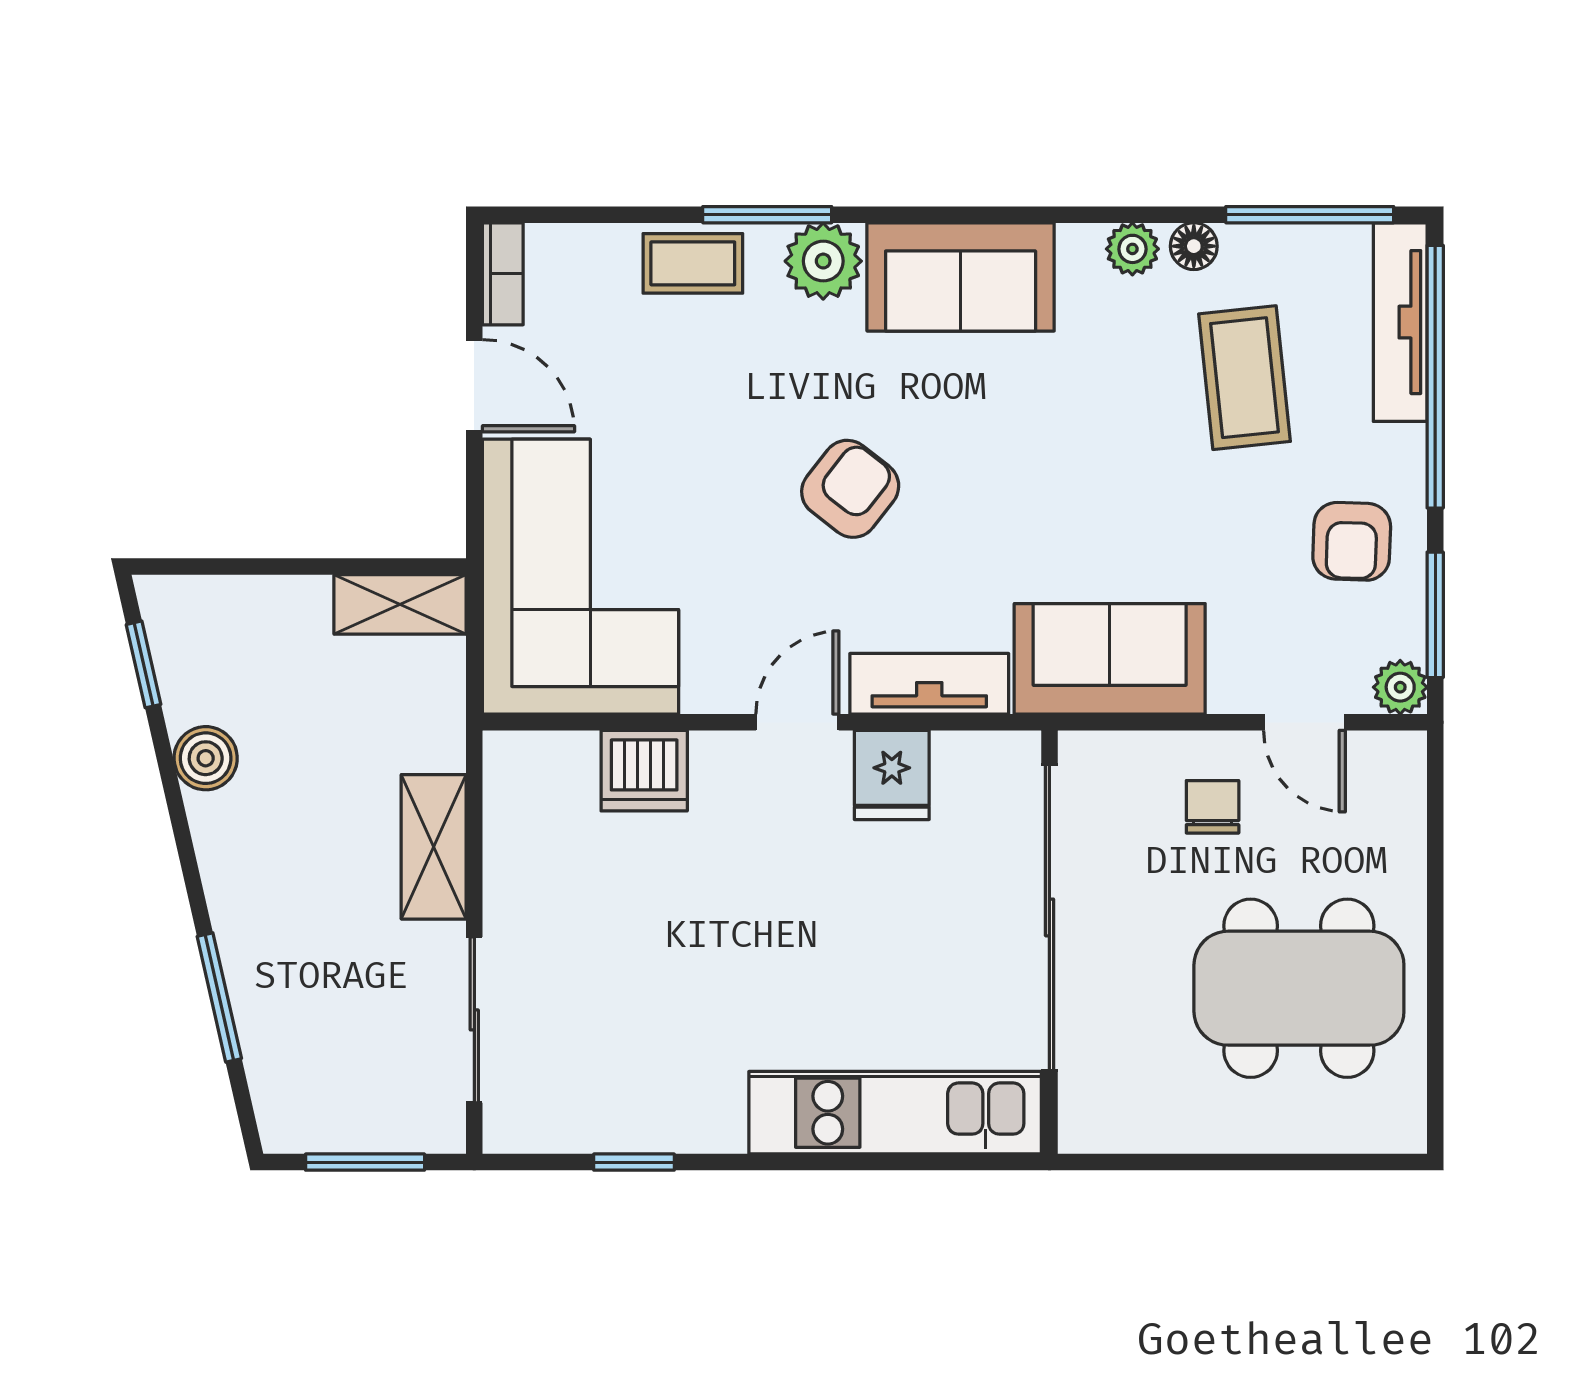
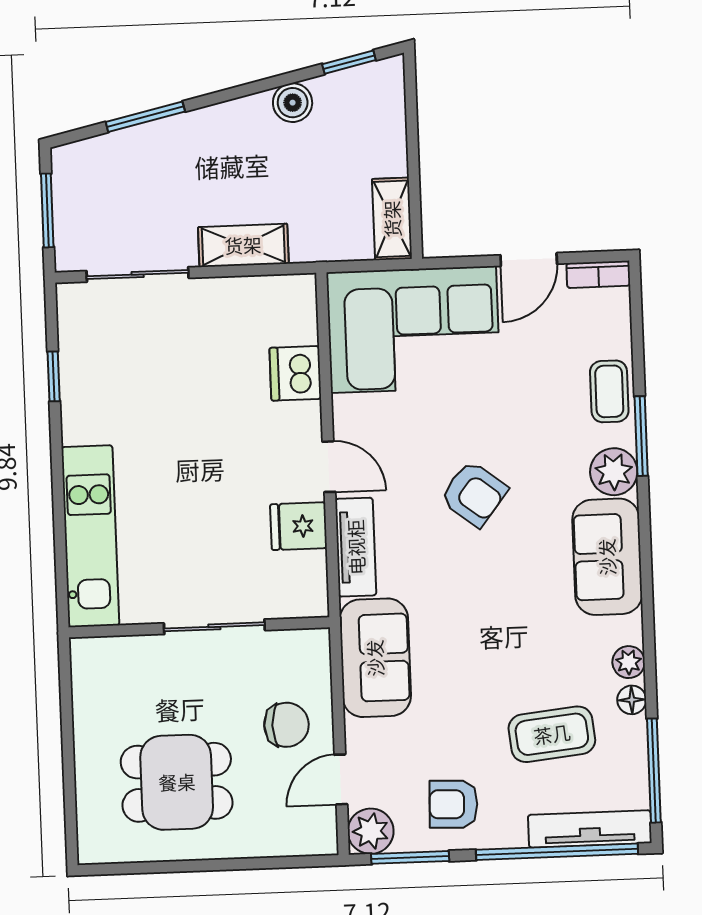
plant: (1400, 687) -> (371, 831), width x1.38, depth x1.38
chair: (1213, 807) -> (286, 725), width x1.37, depth x1.37
sliding door: (1049, 917) -> (214, 627), width x0.54
dining table: (1299, 988) -> (177, 782), width x0.73

